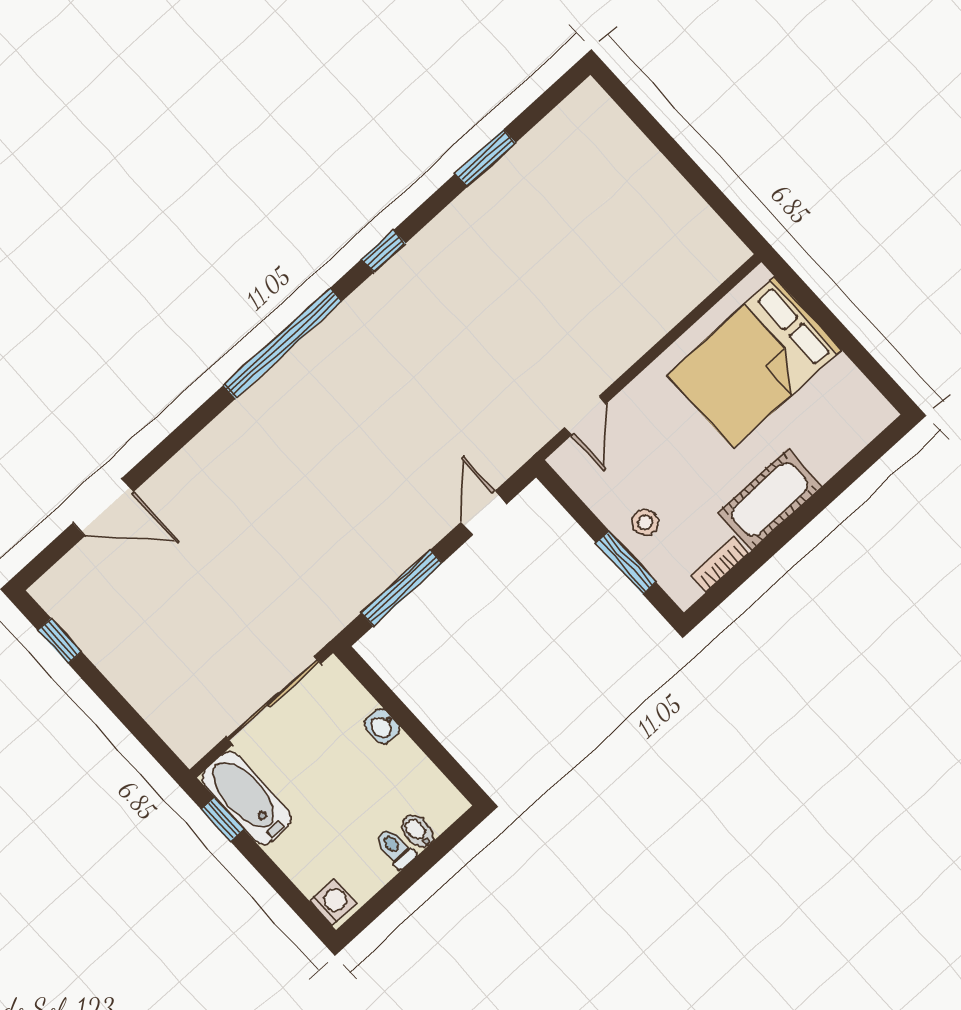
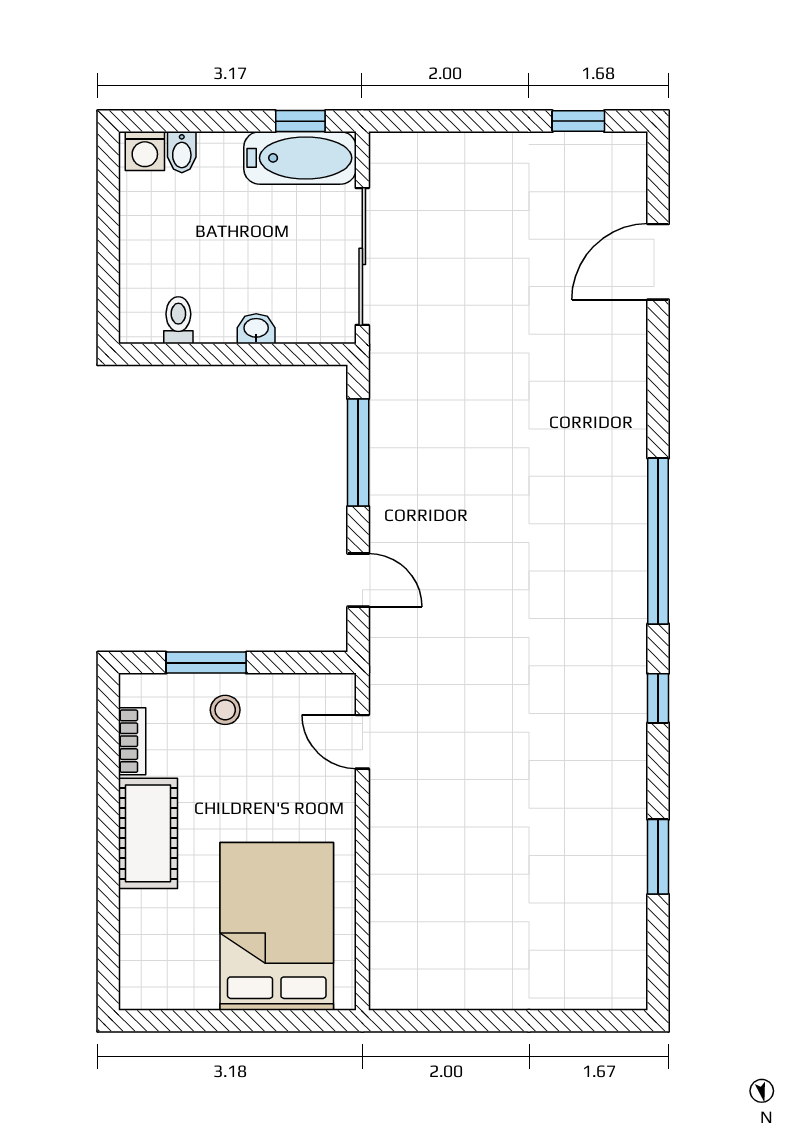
bidet: (418, 831) -> (182, 152), moved, turned 90
toilet: (395, 848) -> (178, 320), moved, turned -90

